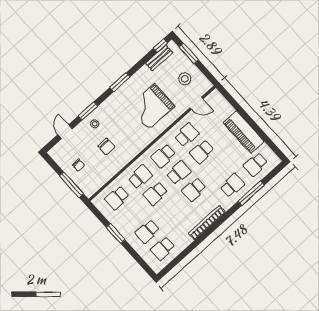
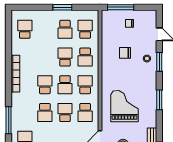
school desk: (232, 185) -> (45, 112), moved
school desk: (147, 231) -> (65, 29), moved, turned 180

